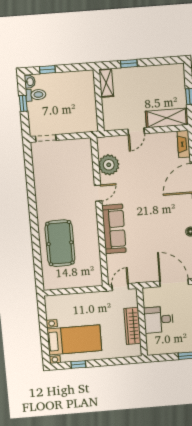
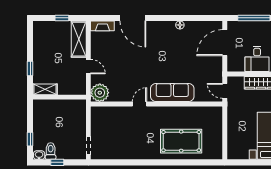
plant: (109, 165) -> (100, 93), moved
door: (98, 193) -> (140, 104), hinge flipped

